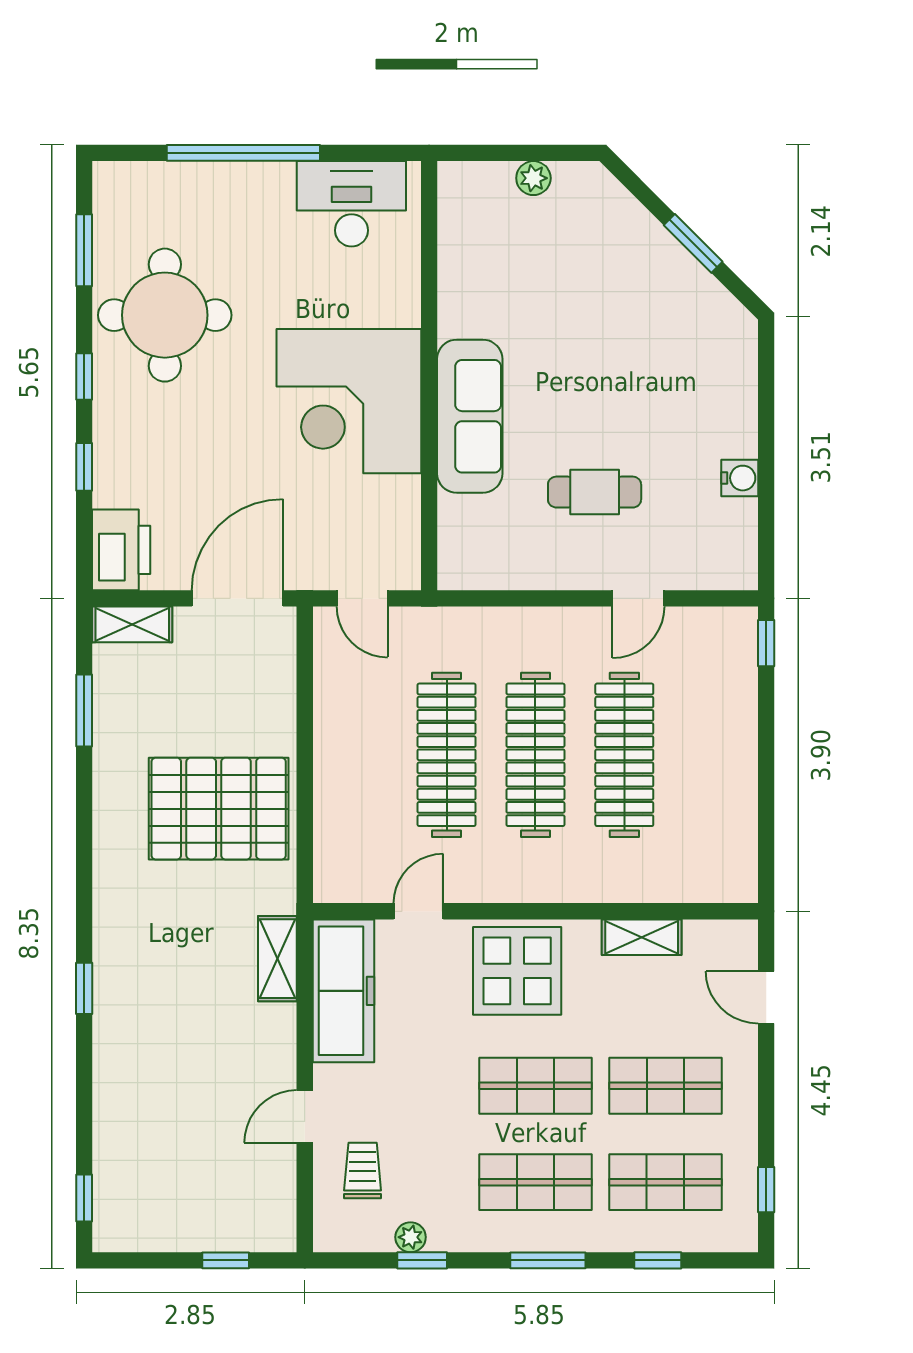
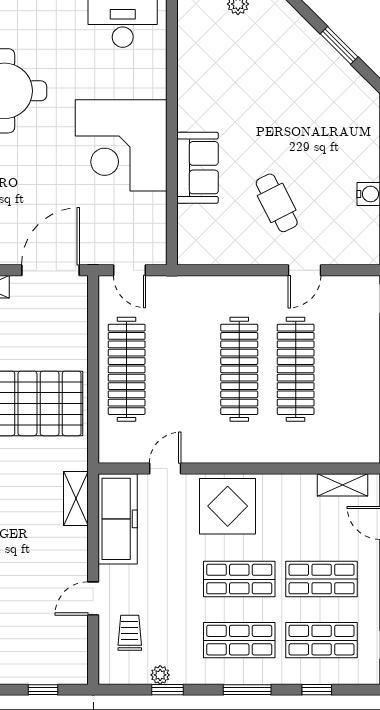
sofa: (470, 416) -> (198, 168), width x0.73
cafe table: (595, 492) -> (277, 203), turned 63
clothes rail: (447, 755) -> (127, 369), moved
shelving: (642, 937) -> (343, 485), moved

